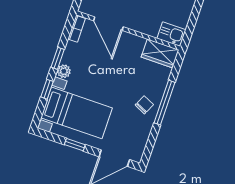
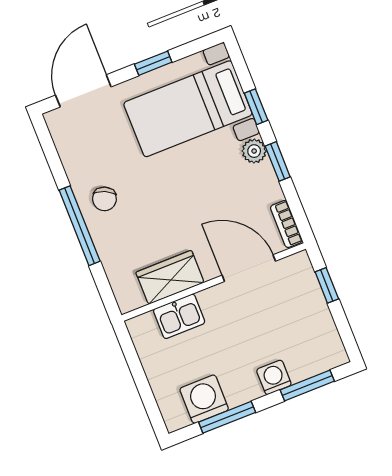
kitchen sink: (171, 34) -> (179, 316), moved
wardrobe: (160, 53) -> (170, 277), moved

